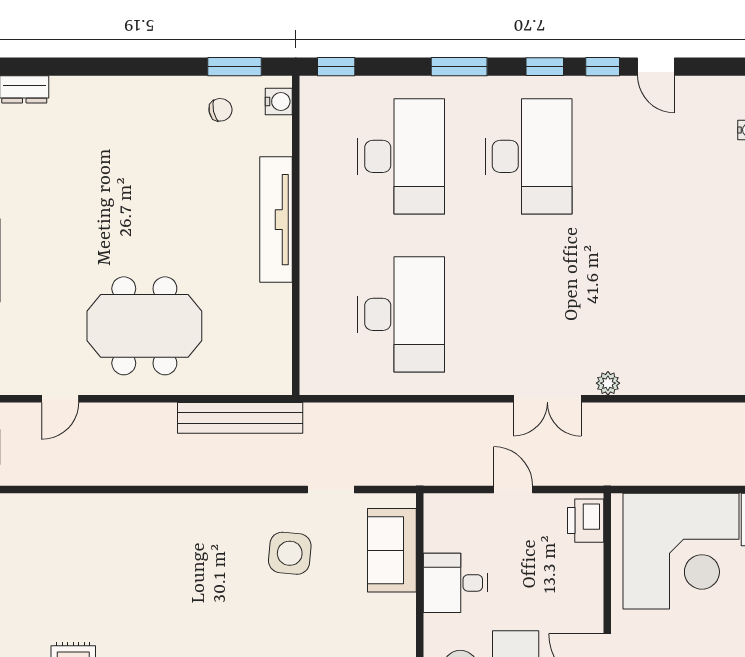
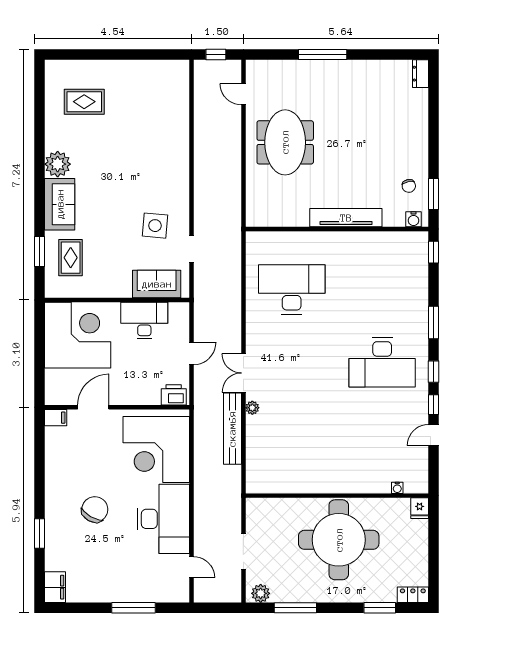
desk: (401, 156) -> (382, 289), removed
desk: (401, 314) -> (292, 289), turned 180
bench: (240, 418) -> (232, 429), moved
desk: (455, 583) -> (144, 320), width x1.37

